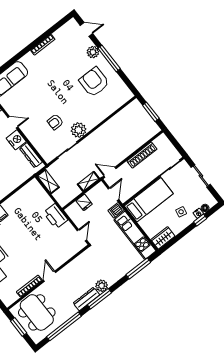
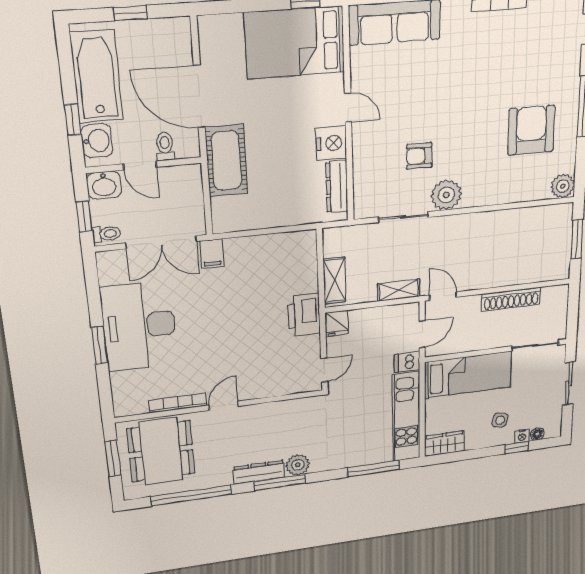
plant: (93, 52) -> (563, 186), moved
shelving: (48, 182) -> (334, 281), moved
fridge: (84, 202) -> (337, 323), moved

